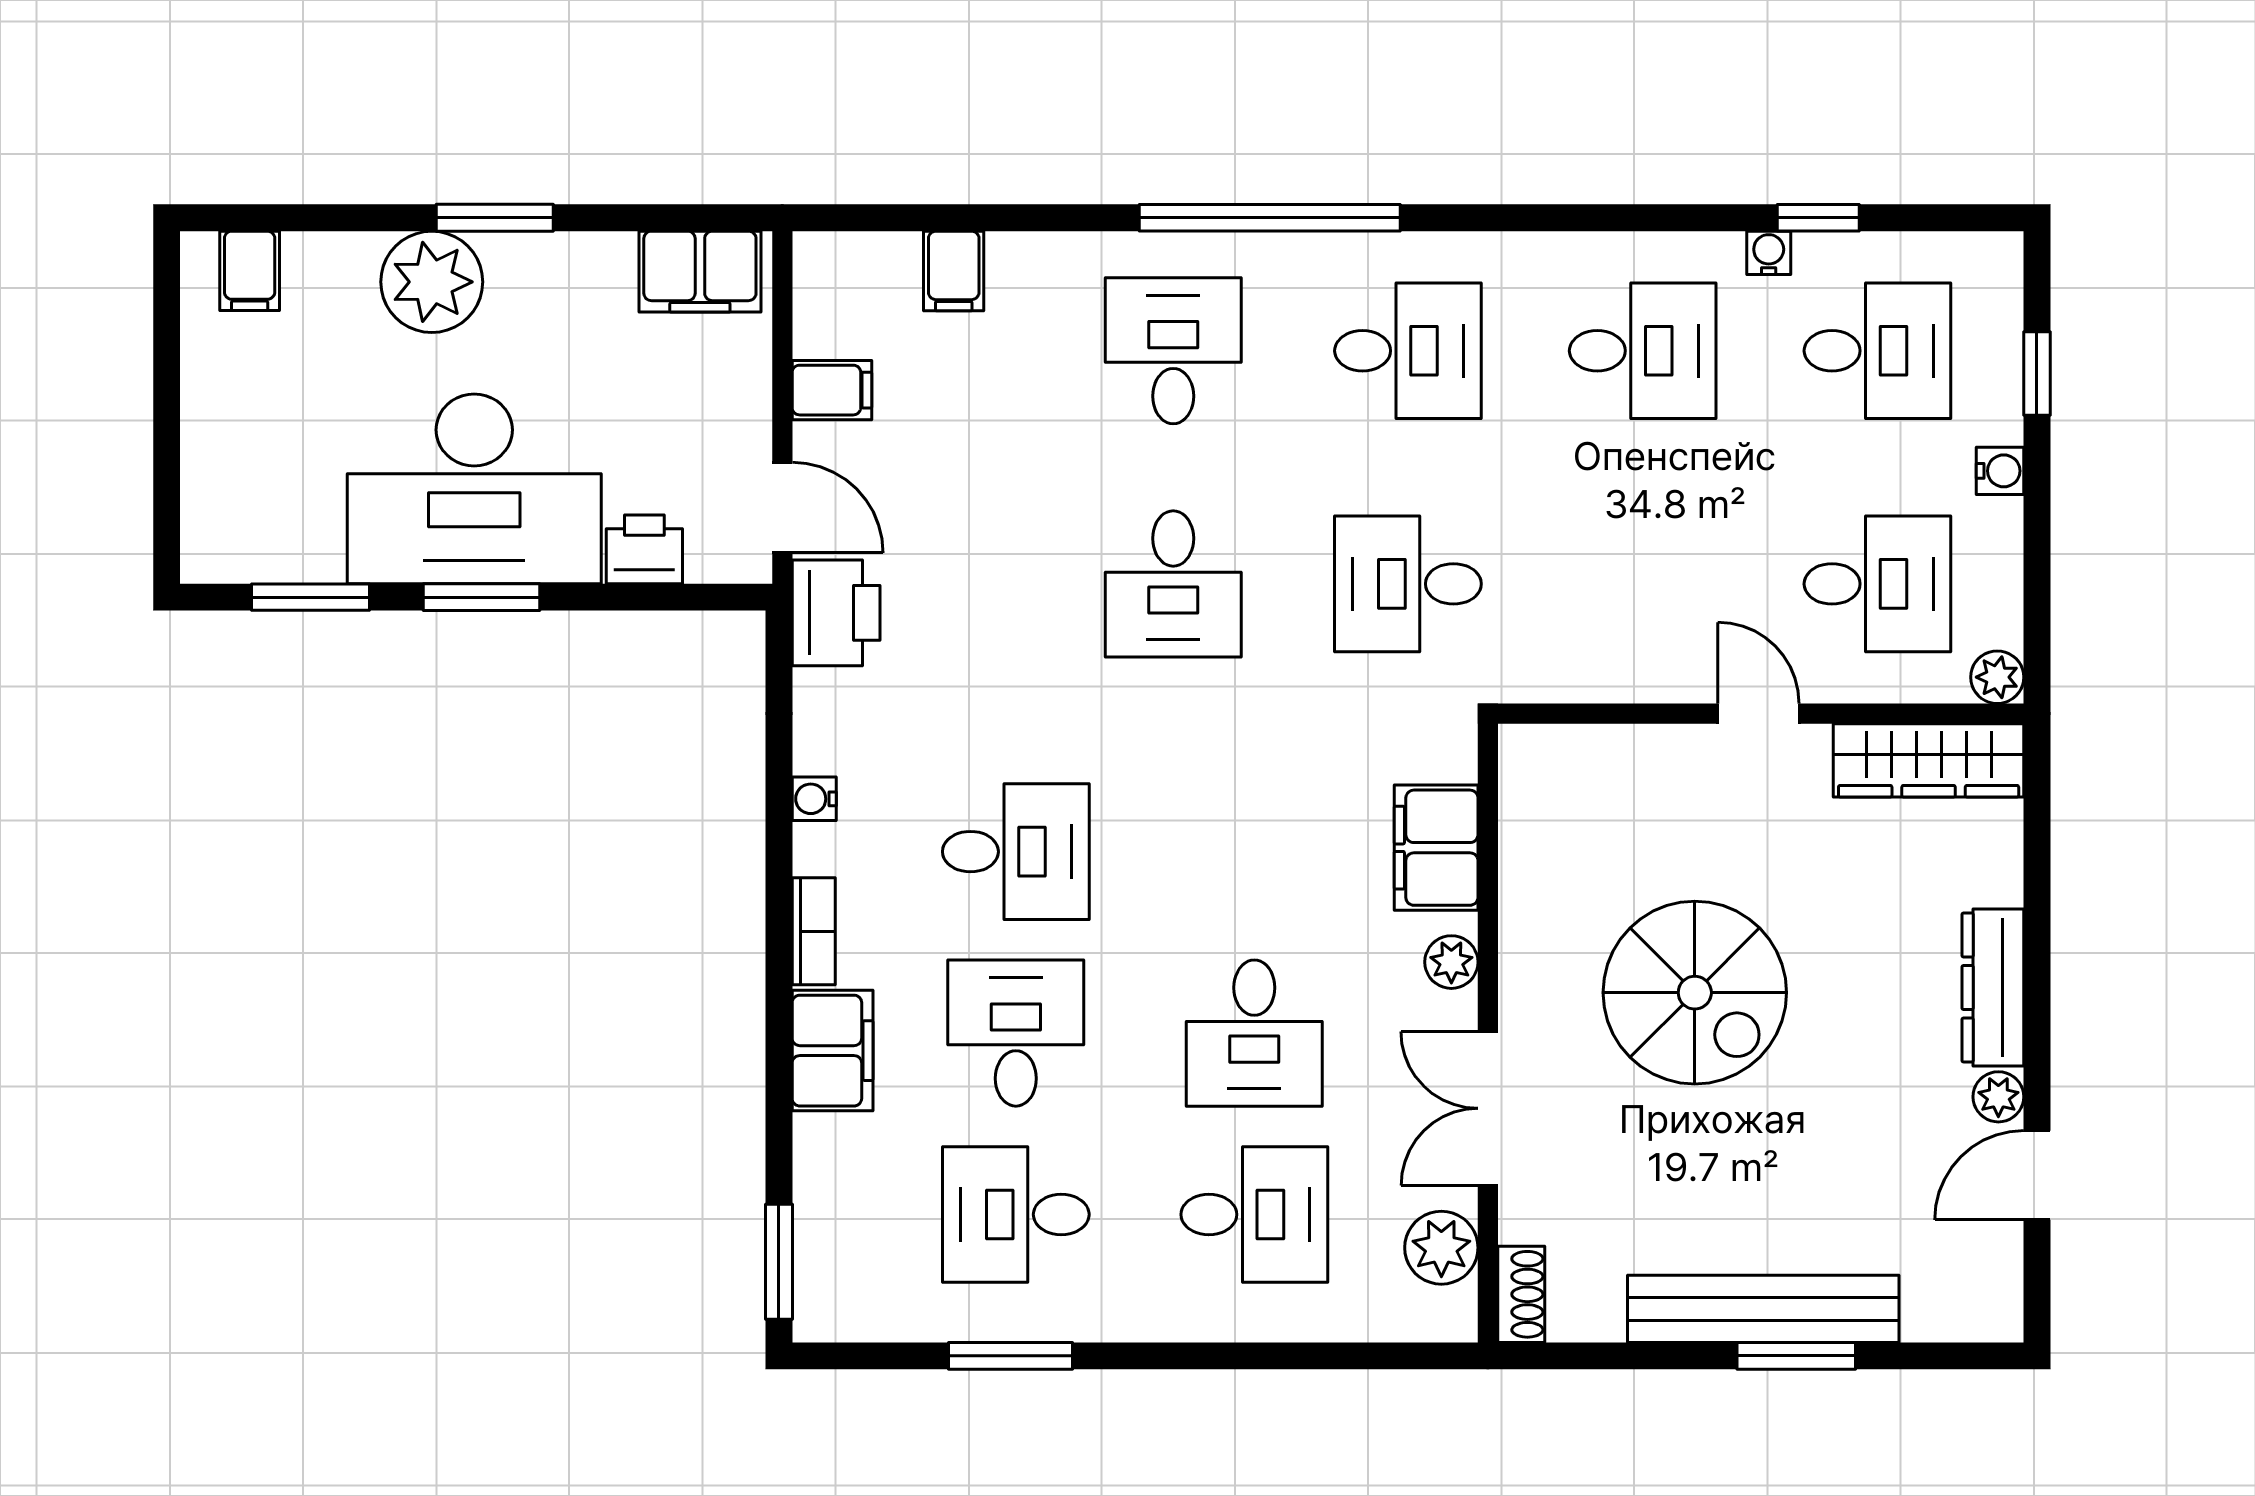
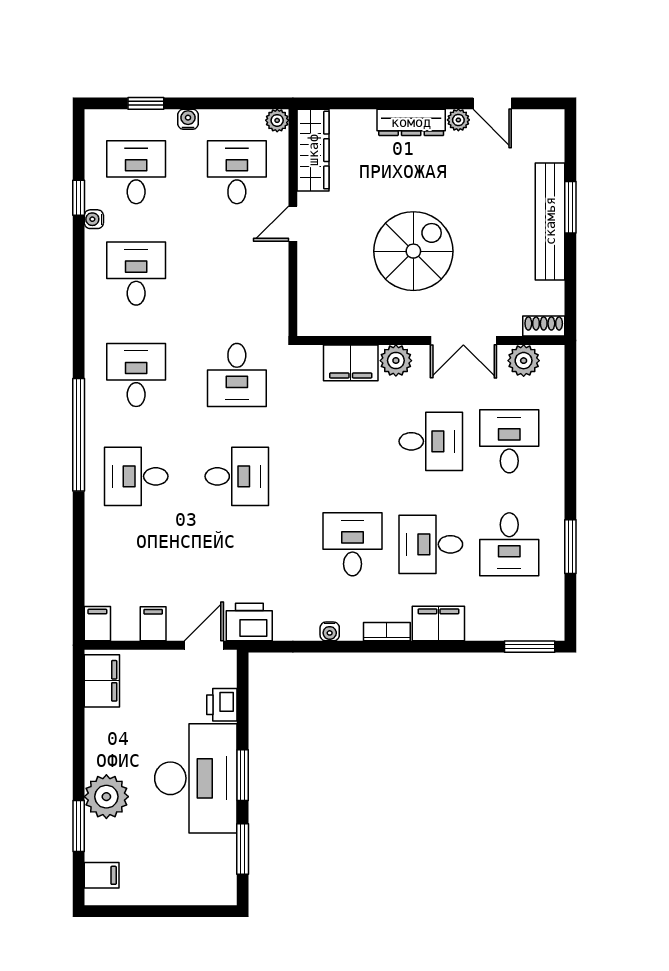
window: (495, 218) -> (79, 826), moved
filing cabinet: (954, 271) -> (97, 624), moved, turned -90
plant: (1451, 962) -> (396, 361), width x1.38, depth x1.38

